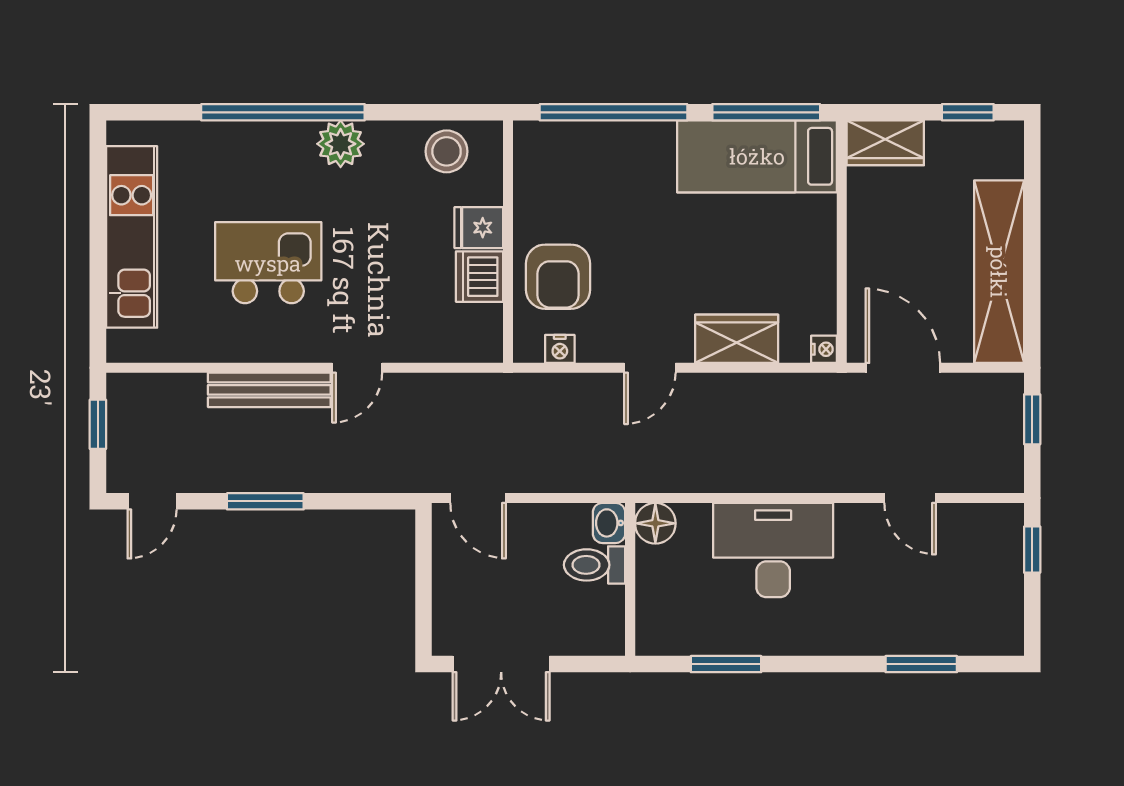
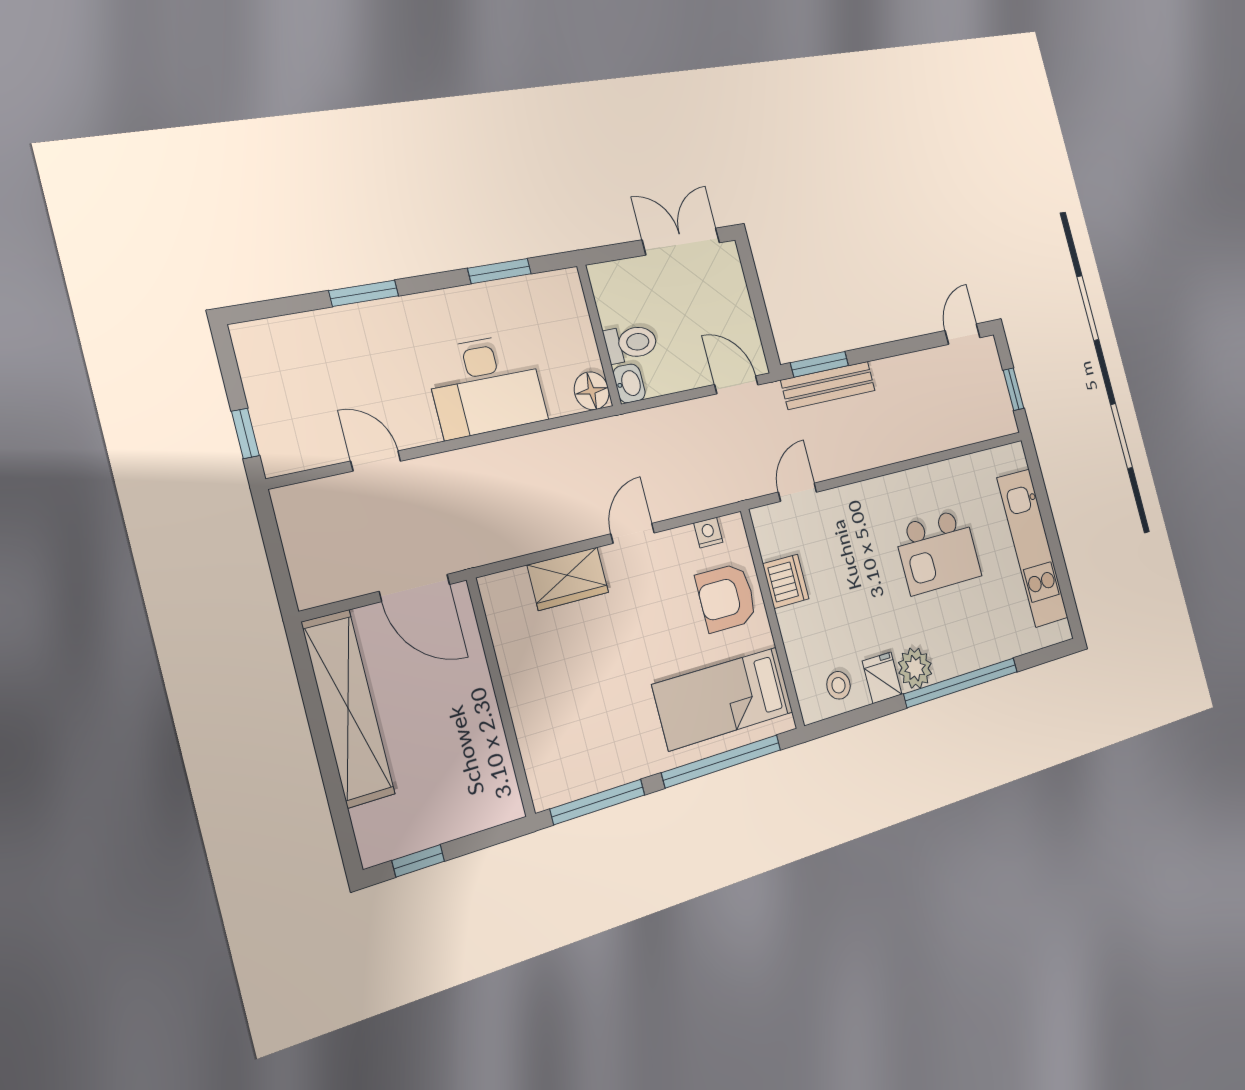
wardrobe: (885, 143) -> (486, 806), removed
stool: (447, 151) -> (838, 685), width x0.73, depth x0.73
bed: (757, 156) -> (723, 699), moved, turned 180
fridge: (479, 228) -> (882, 678), moved, turned -90
armchair: (558, 277) -> (726, 598), turned -90
nightstand: (824, 349) -> (490, 588), removed
door: (357, 368) -> (798, 492), moved
bench: (269, 390) -> (828, 385), moved
window: (1032, 419) -> (278, 566), removed
window: (265, 501) -> (820, 364), moved
window: (921, 664) -> (364, 293), moved

